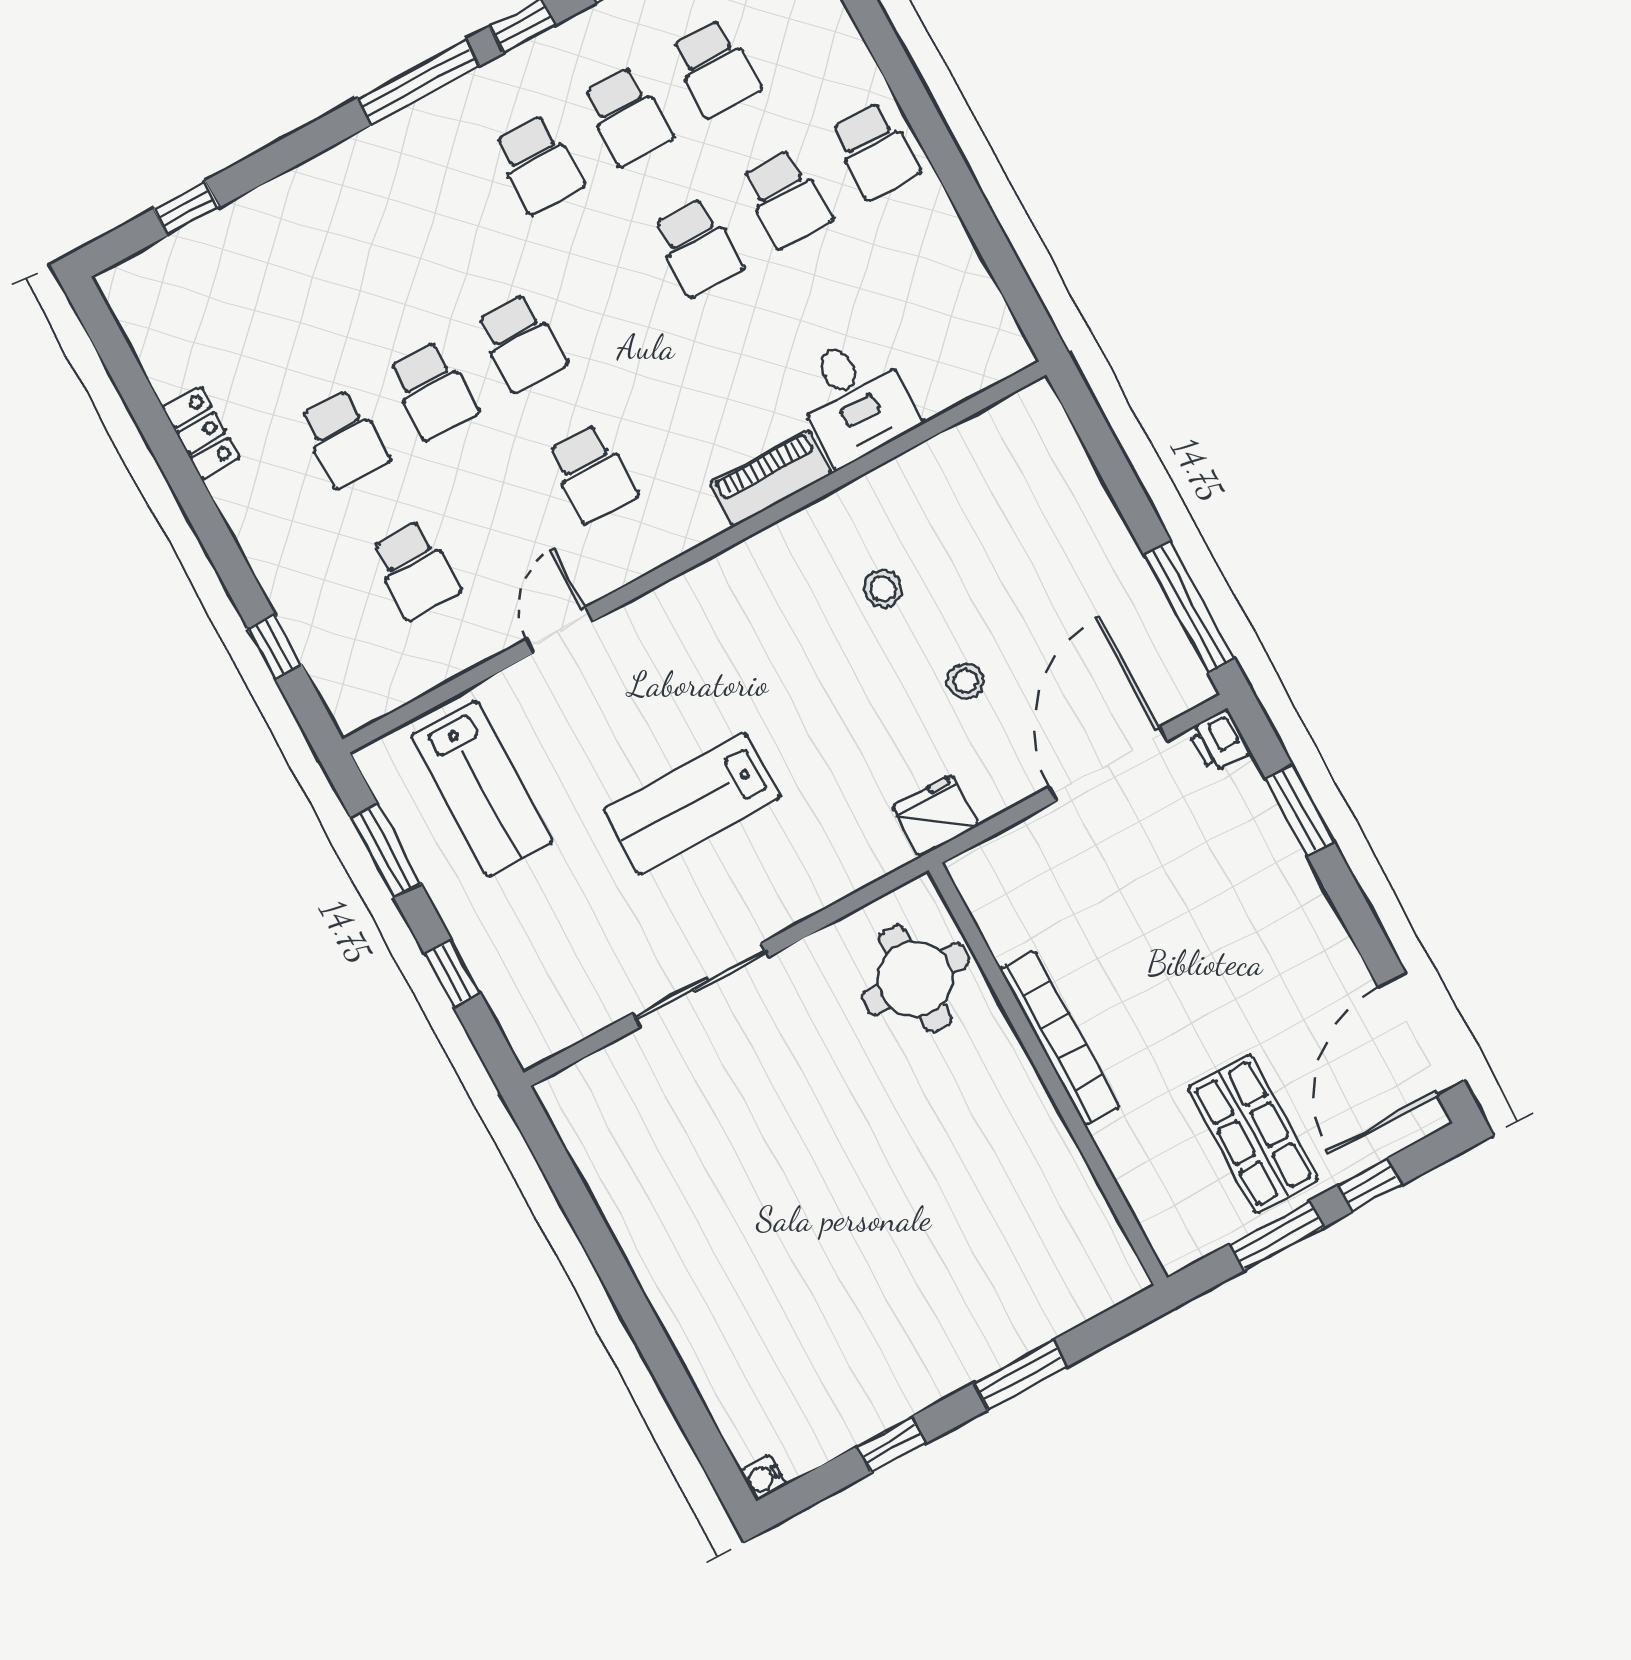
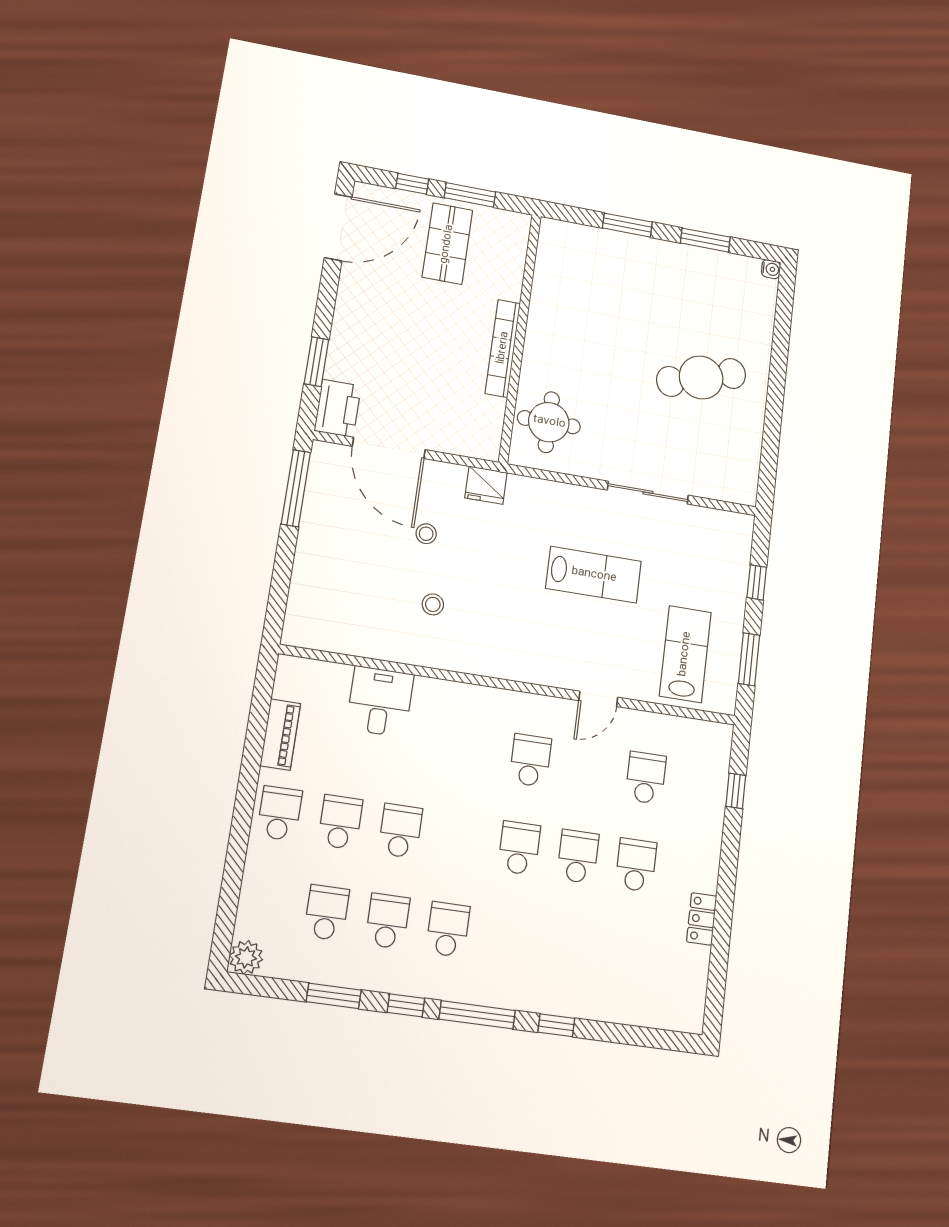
window: (186, 208) -> (556, 1025), moved
piano: (771, 478) -> (280, 735), moved, turned -90
printer: (1219, 741) -> (338, 408), width x1.87, depth x1.48
door: (1108, 764) -> (389, 448), hinge flipped
cafe table: (747, 1222) -> (701, 377), added
window: (891, 1445) -> (705, 240), width x1.50

